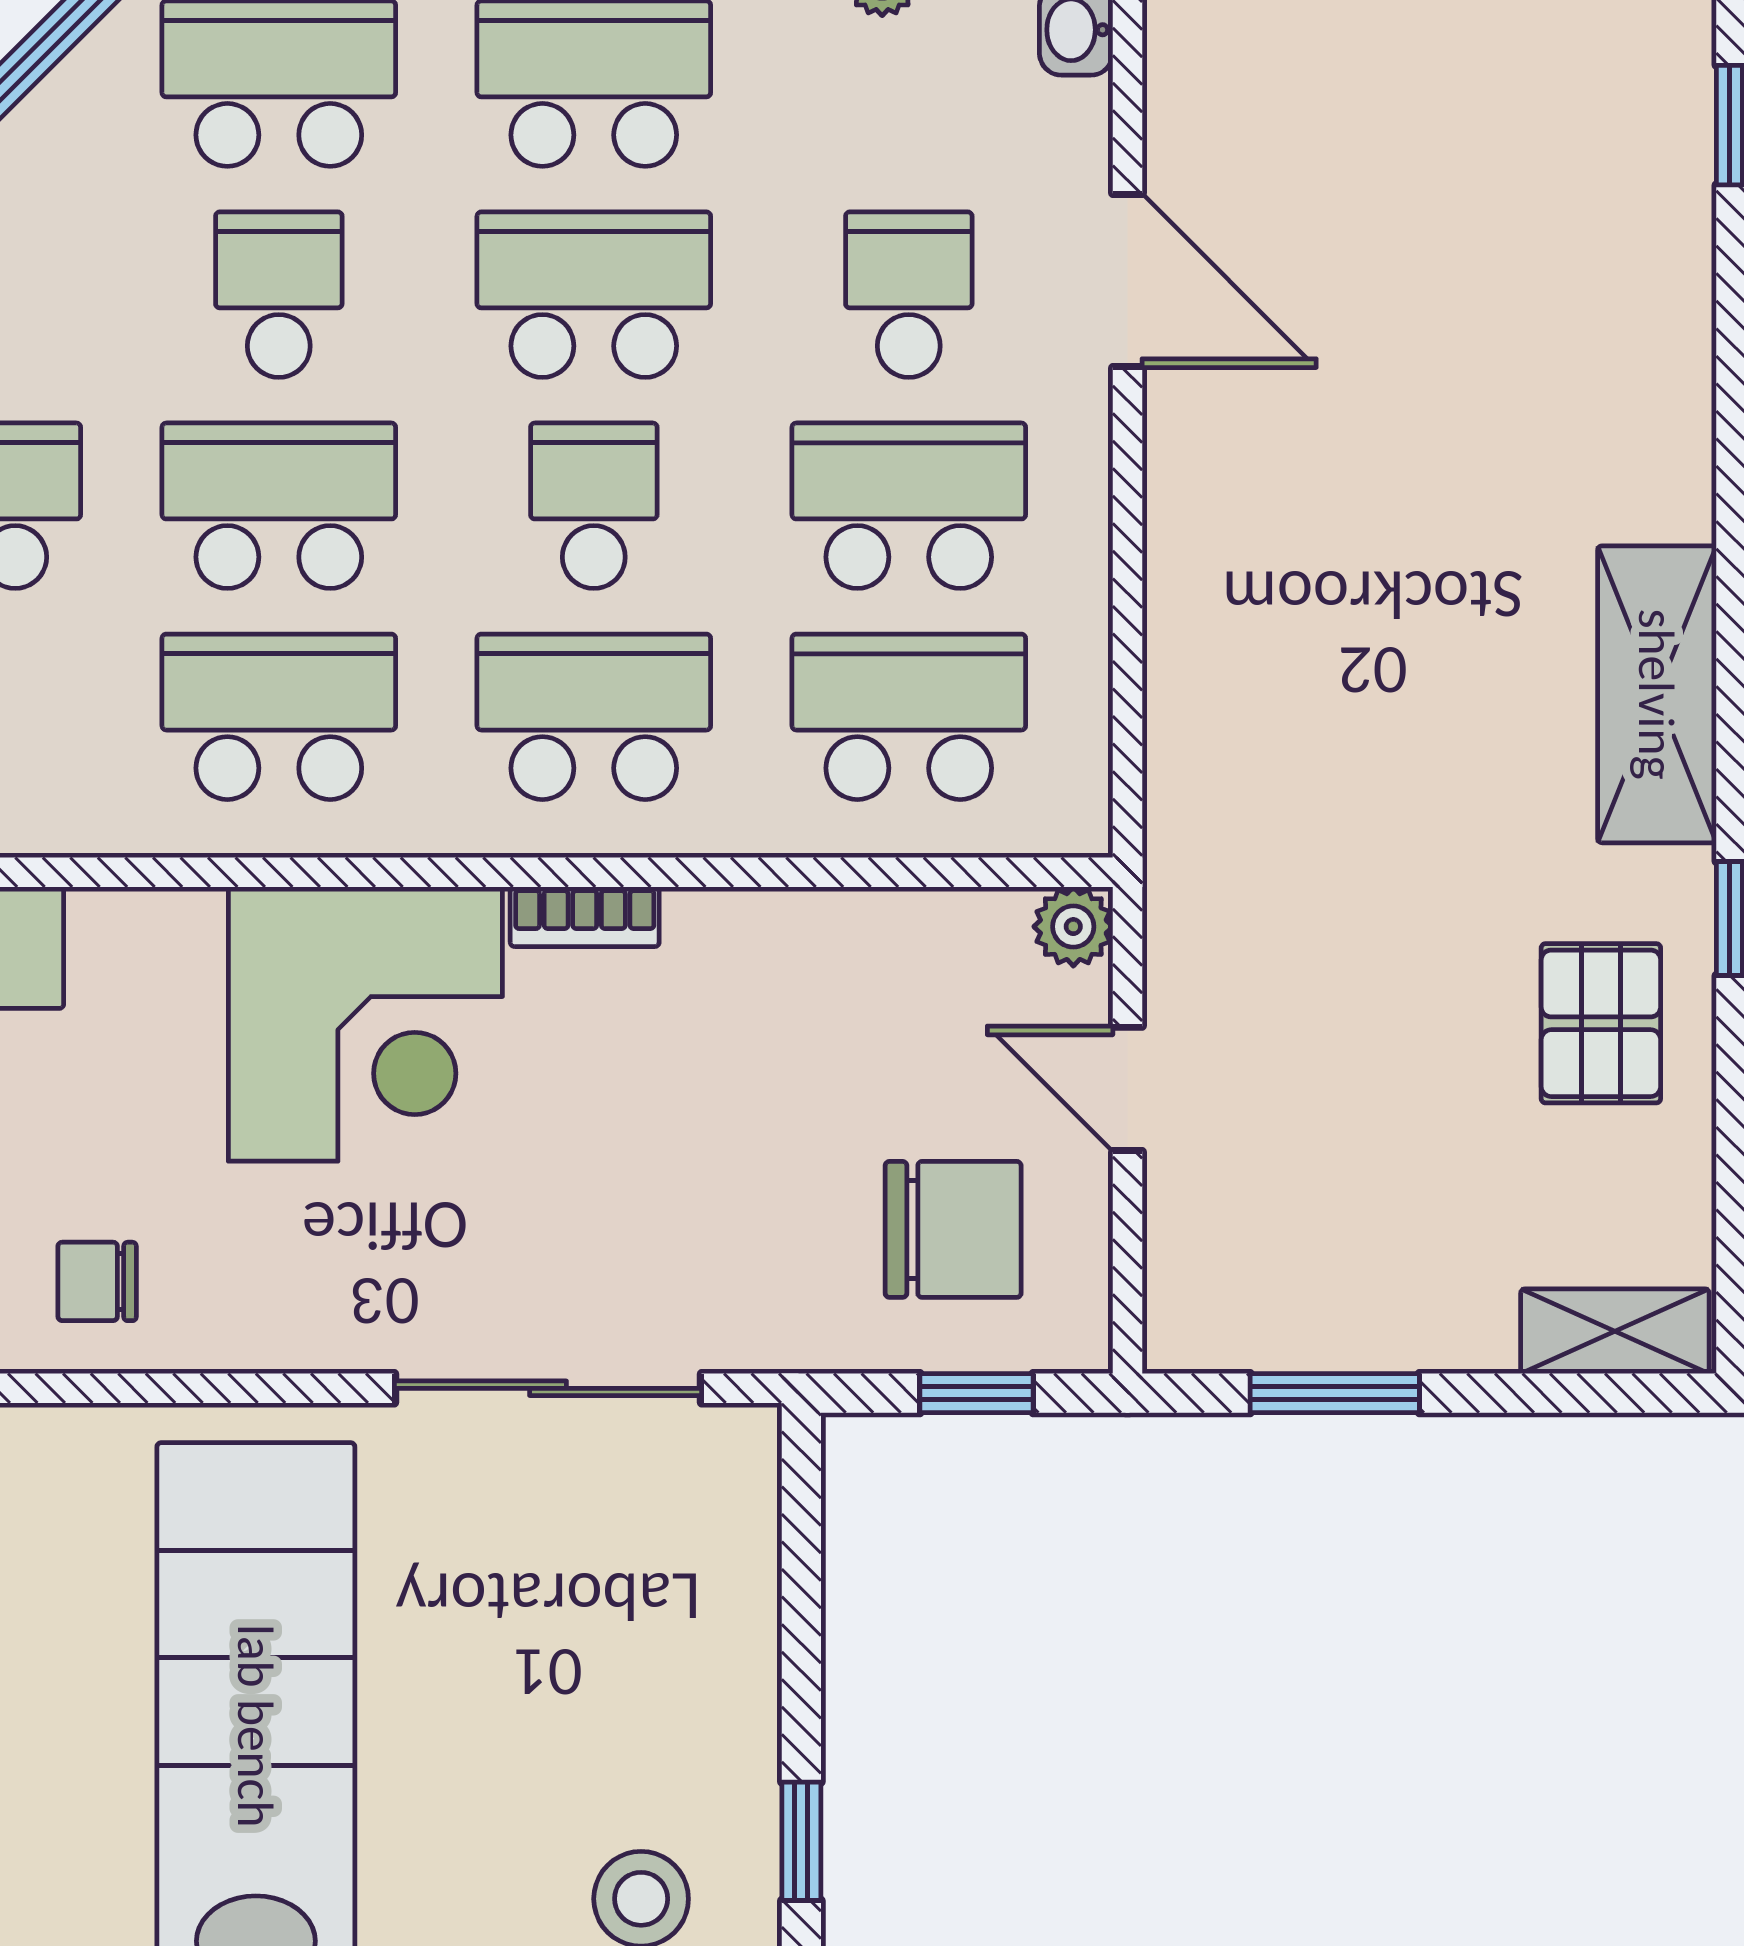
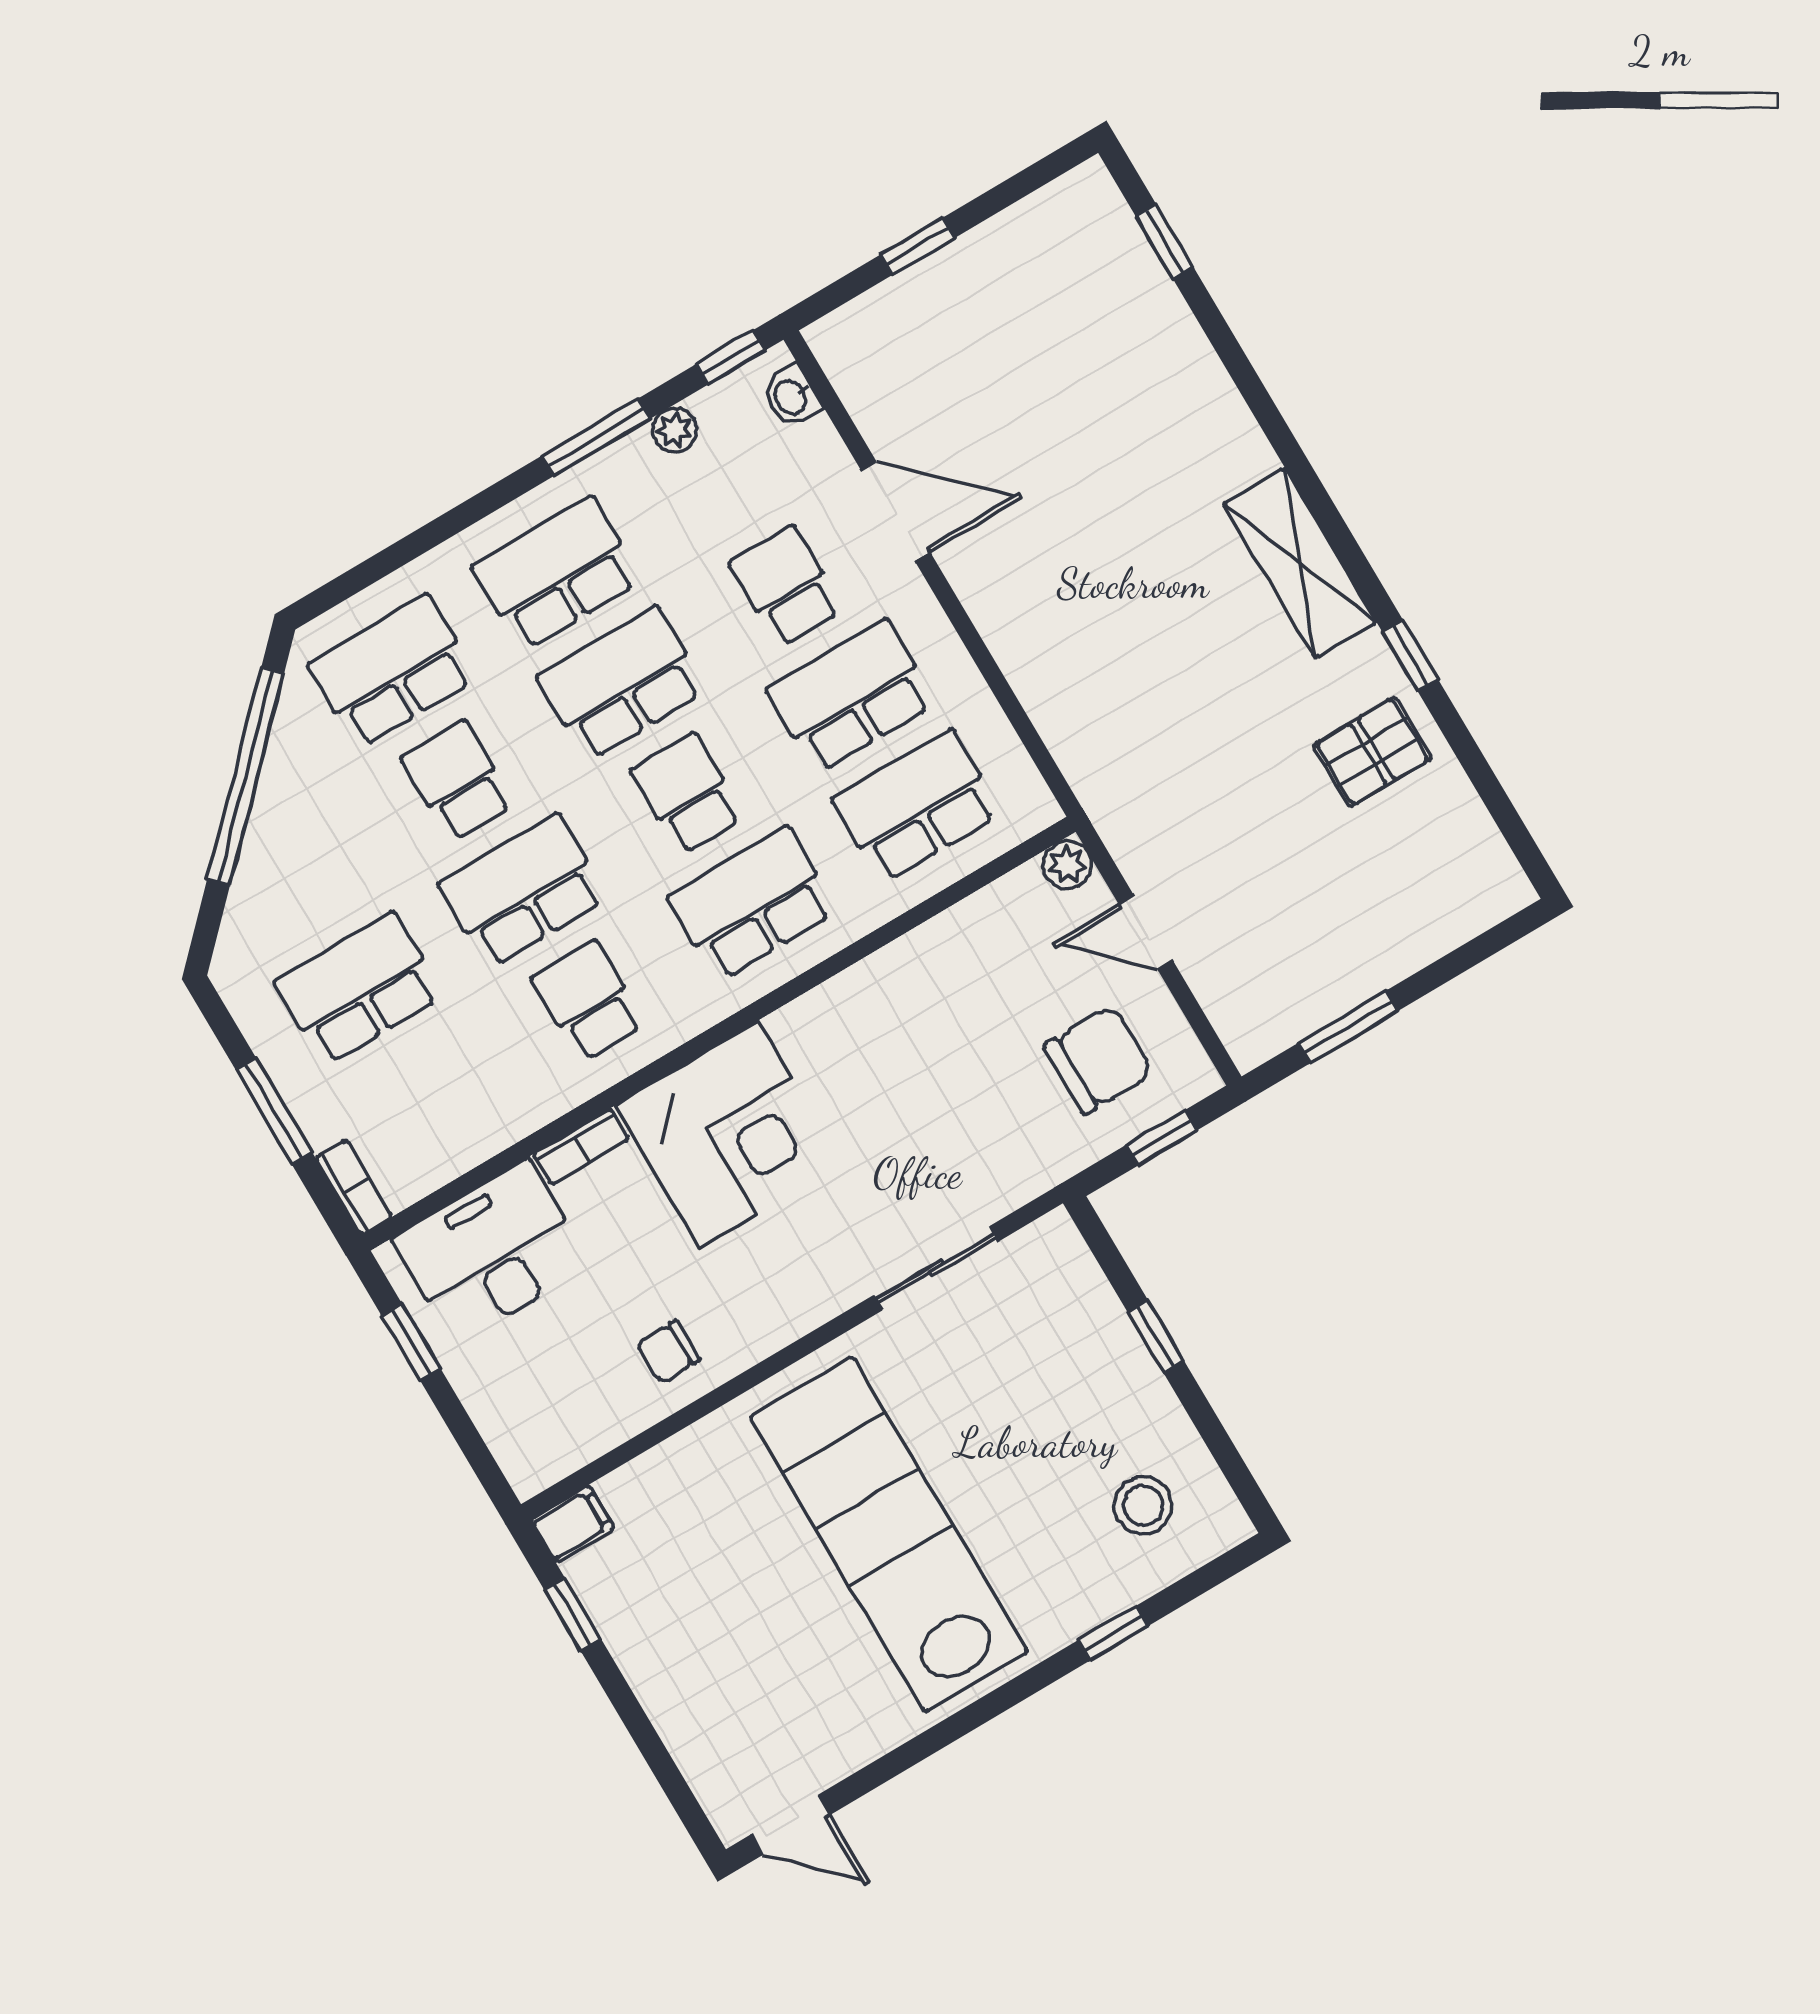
school desk: (279, 717) -> (588, 1001), width x0.54
bookcase: (585, 917) -> (581, 1147), moved
pallet: (1601, 1023) -> (1372, 752), turned 90
shelving: (1615, 1331) -> (1475, 908), removed
sliding door: (548, 1388) -> (936, 1268), width x0.73
window: (801, 1841) -> (1156, 1336), moved

